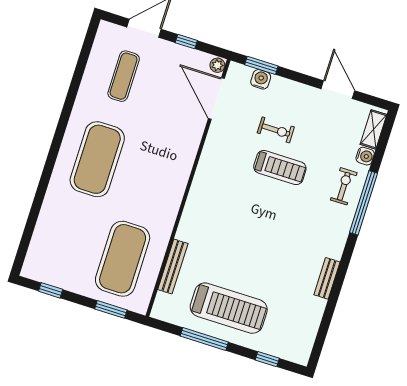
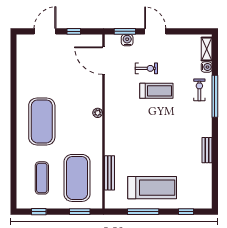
plant: (217, 65) -> (98, 113), moved
exercise mat: (124, 76) -> (42, 178), moved
door: (338, 90) -> (155, 31), moved

